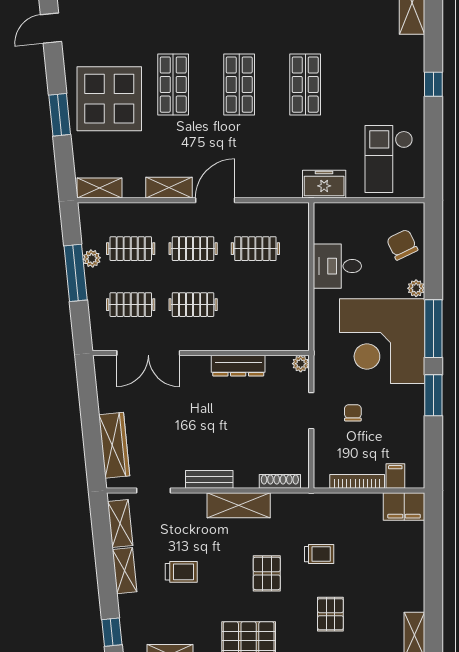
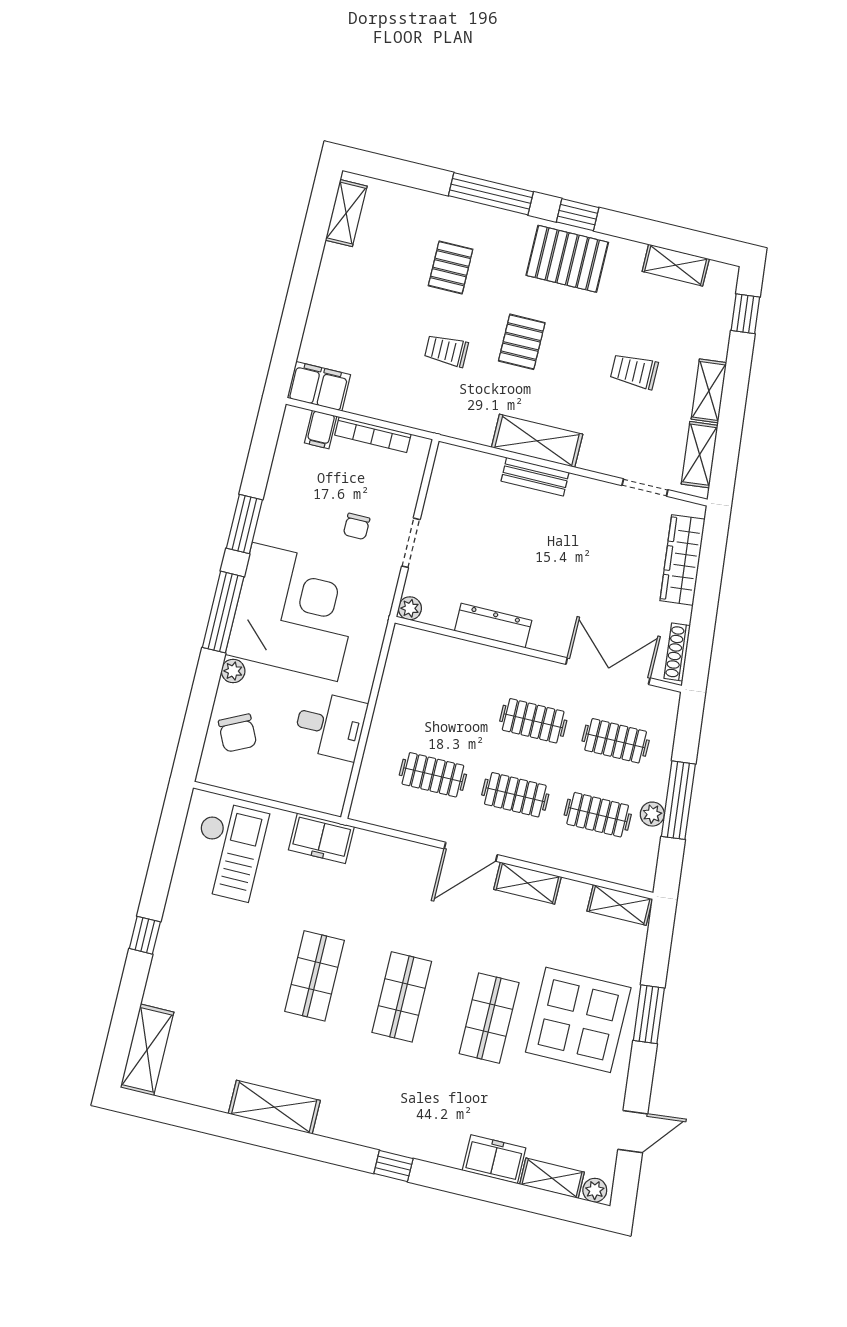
bench: (209, 479) -> (535, 477), moved
shoe rack: (280, 481) -> (677, 652), moved, turned 84

